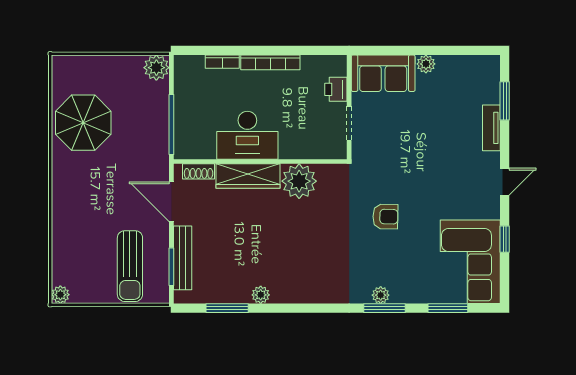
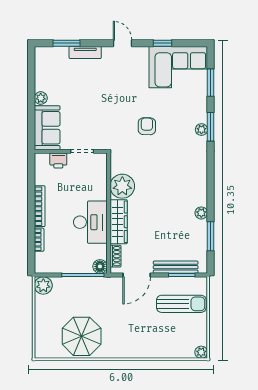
floor lamp: (184, 149) -> (100, 266), added

